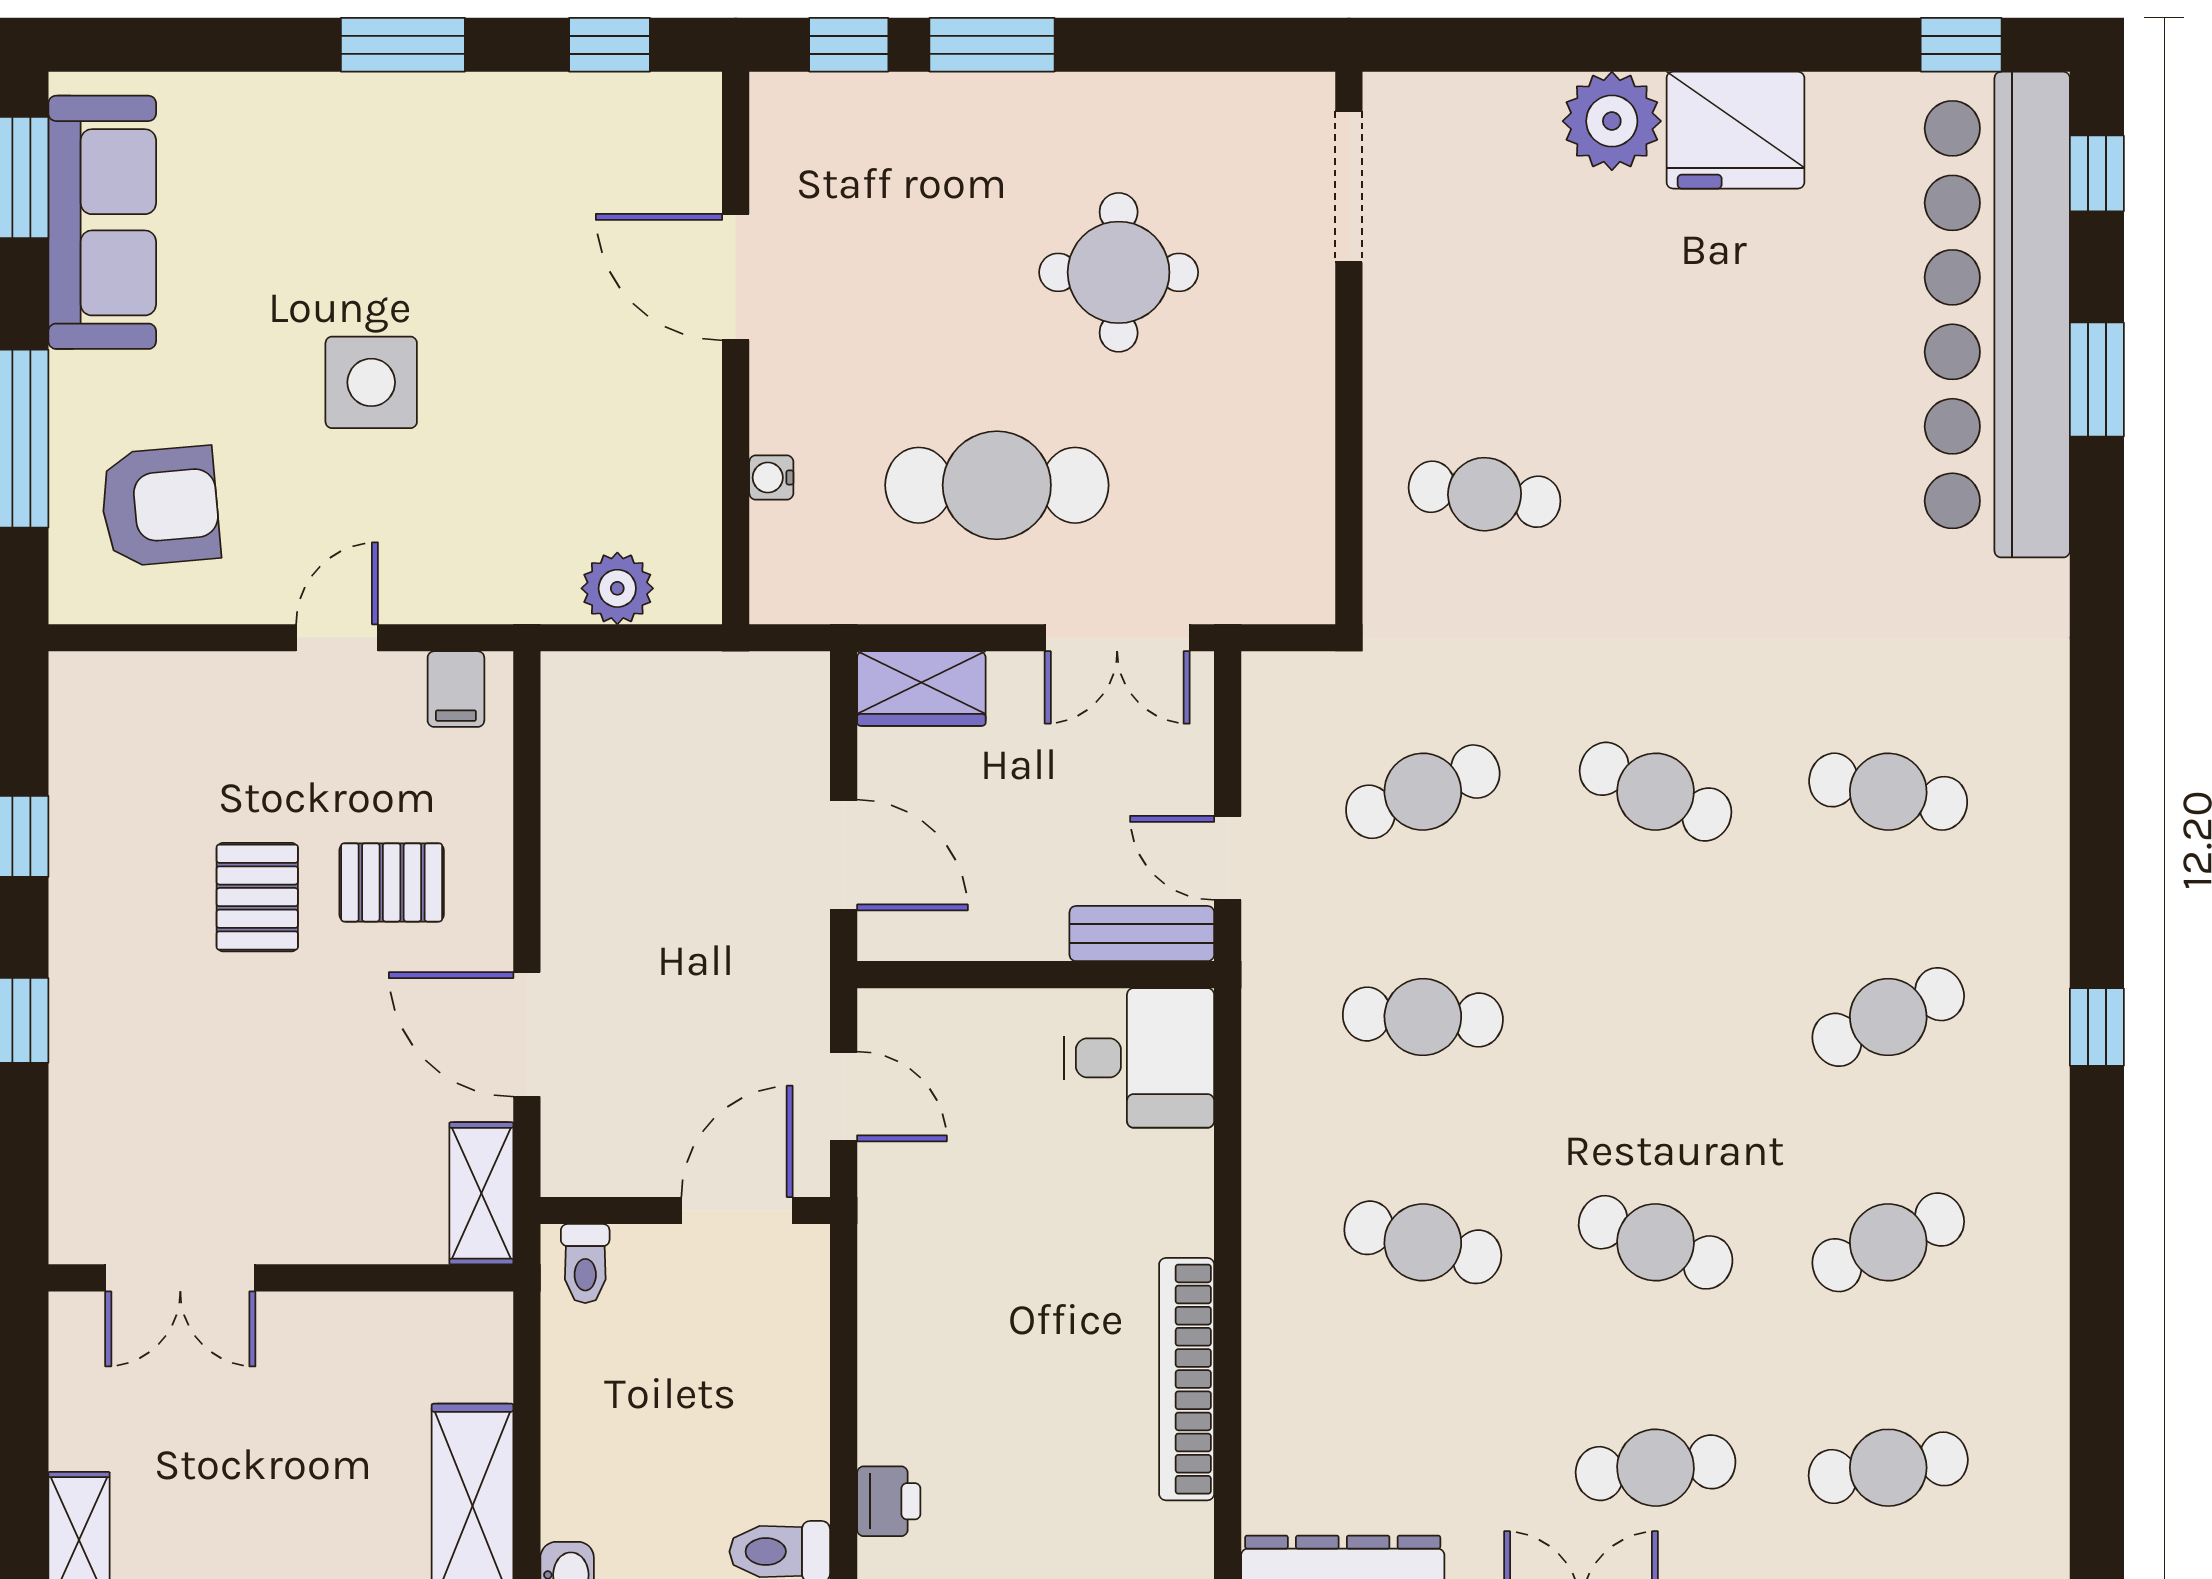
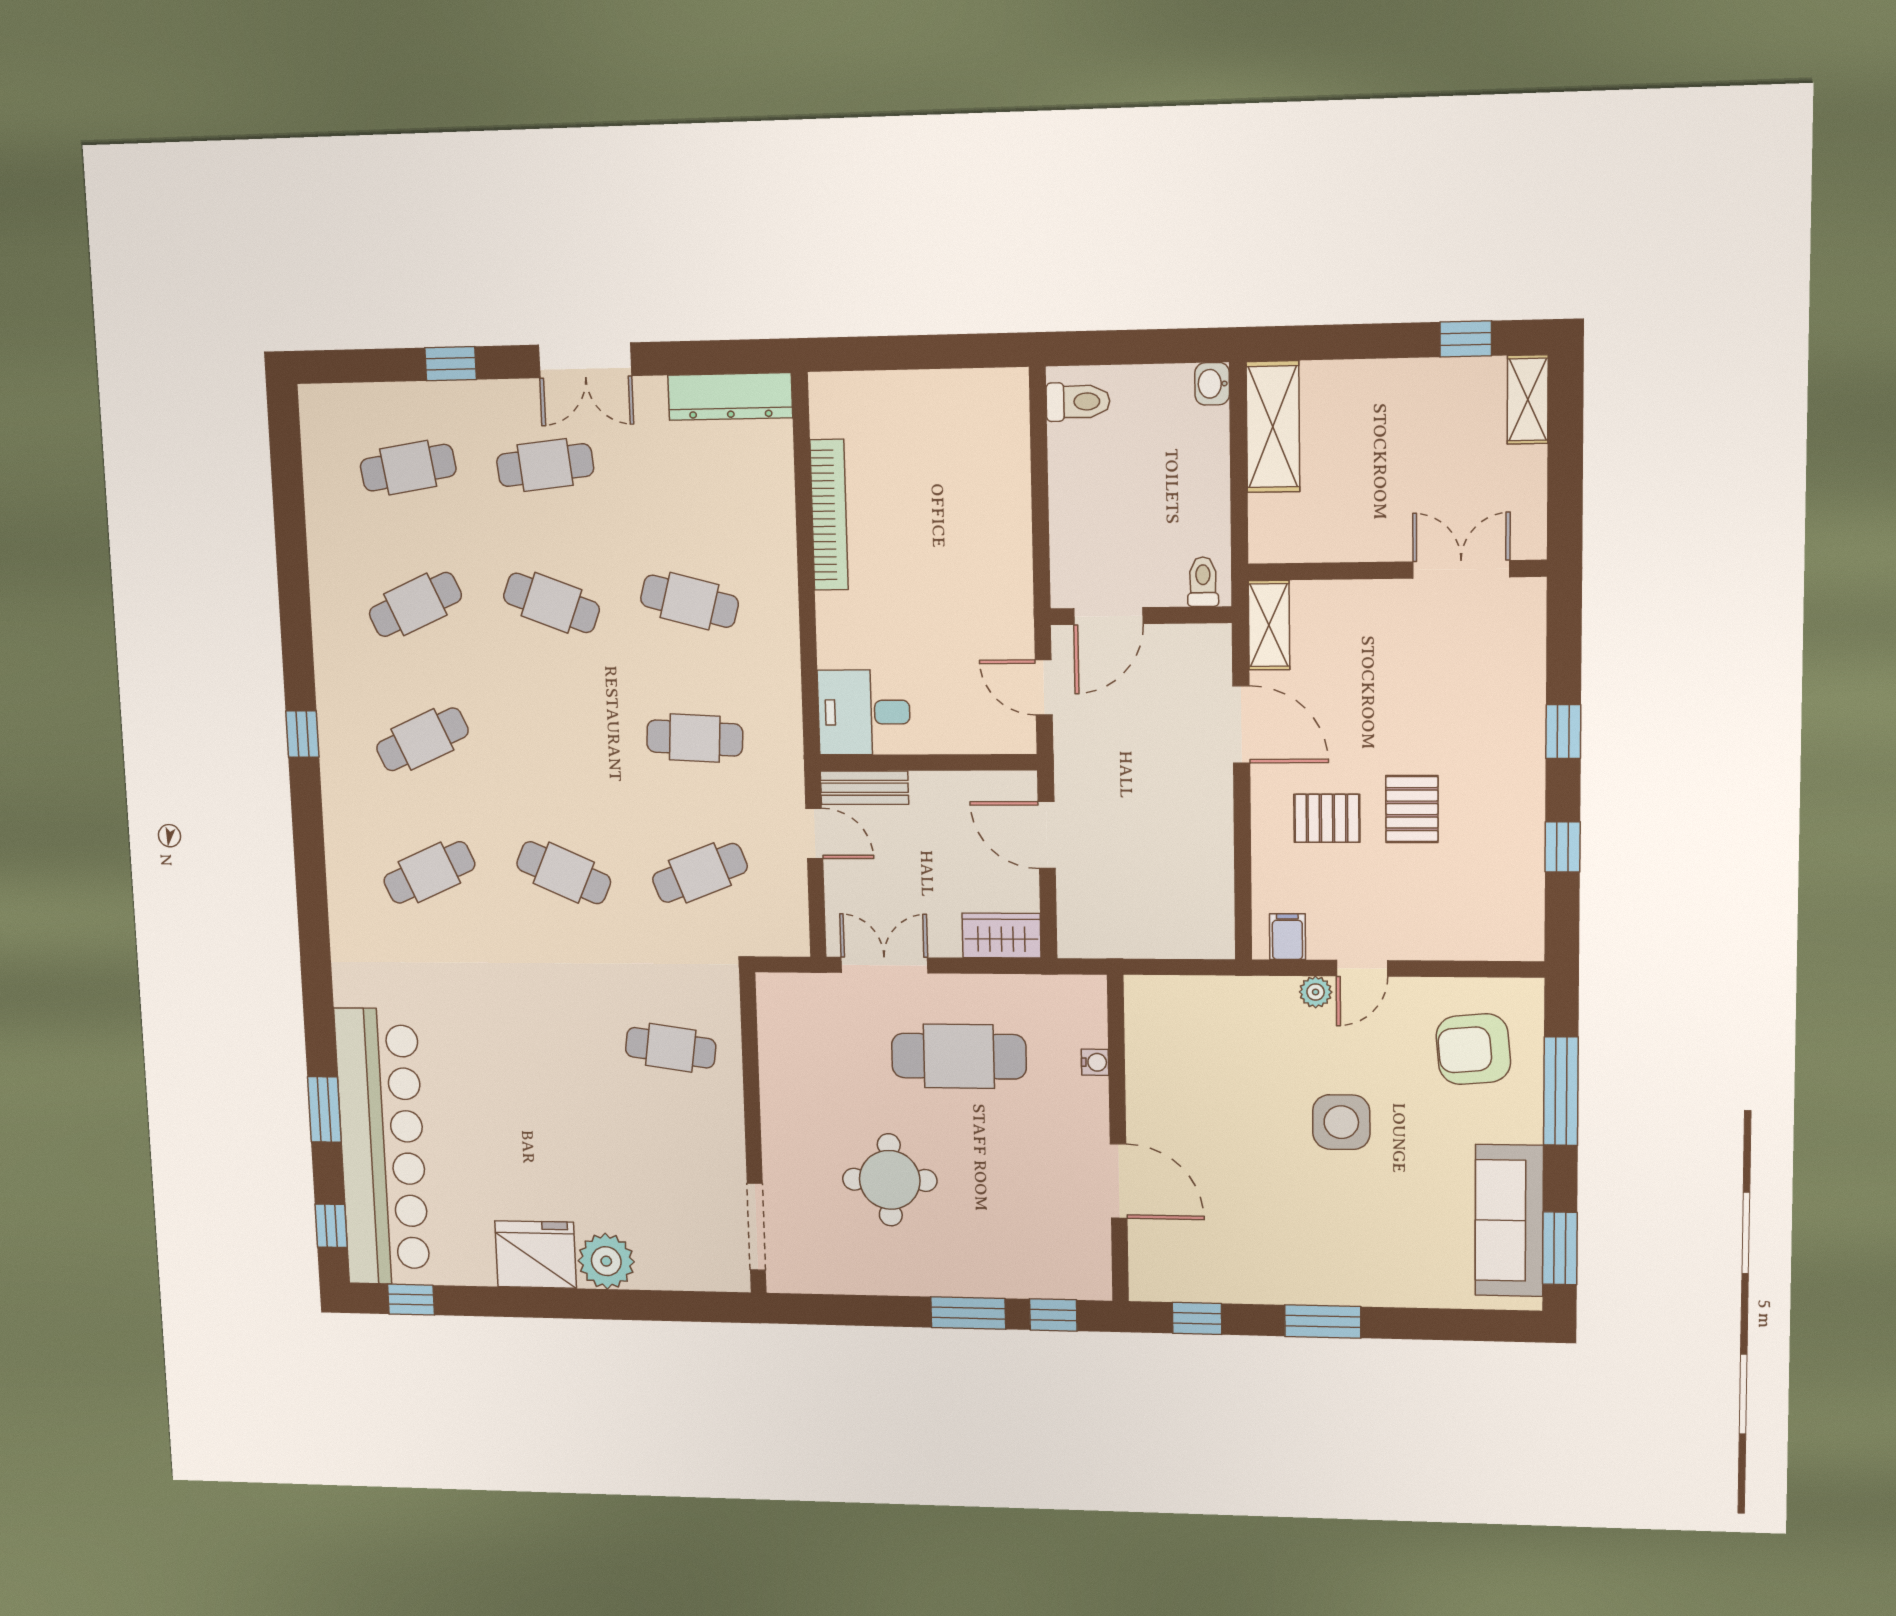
plant: (617, 588) -> (1316, 992), moved, width x0.73, depth x0.73
cafe table: (1888, 792) -> (429, 872), turned -36
printer: (889, 1501) -> (1010, 435), removed

